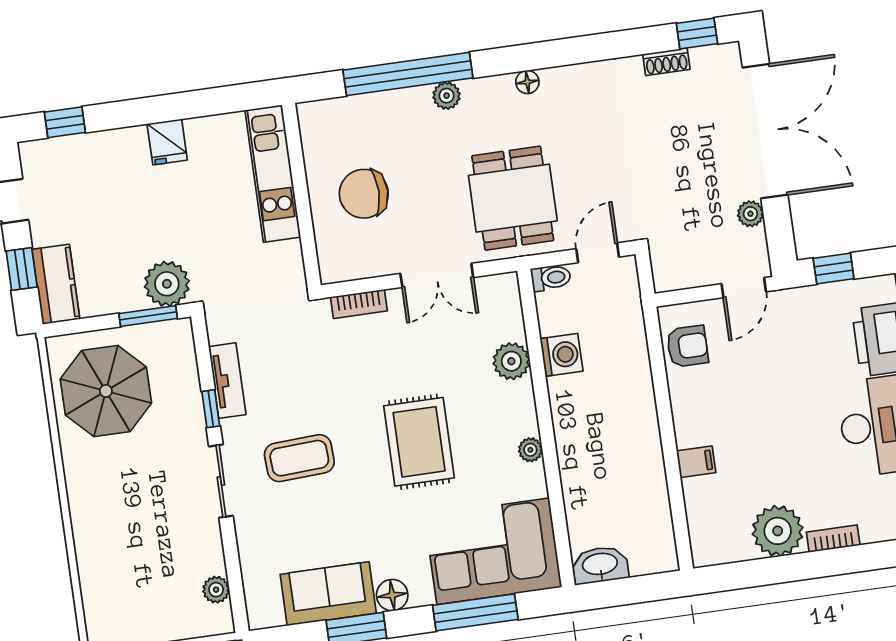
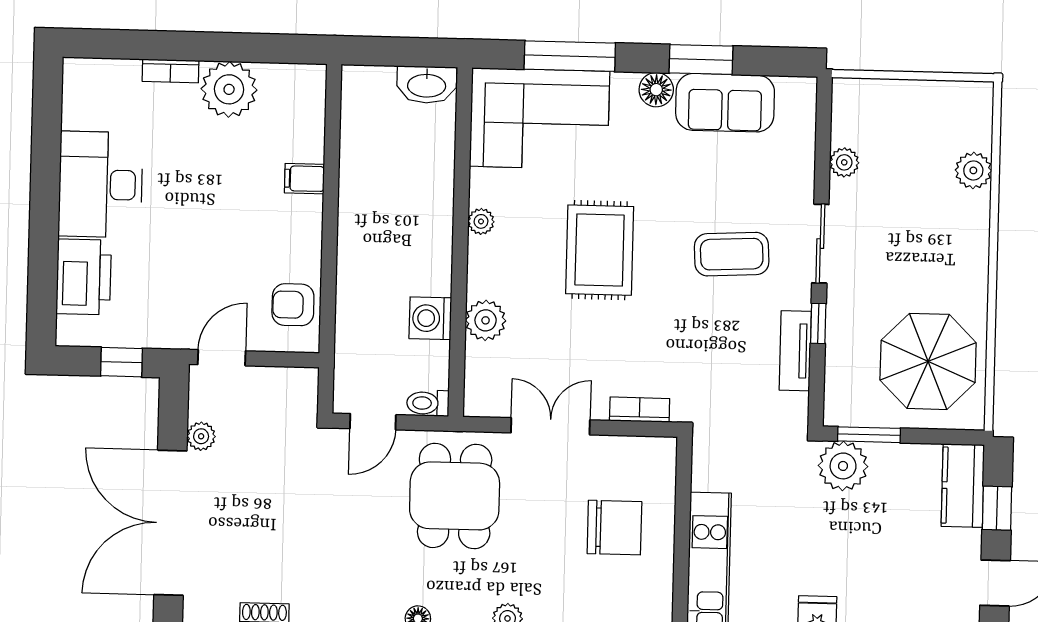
plant: (94, 570) -> (973, 170), added
plant: (216, 590) -> (844, 162), moved

